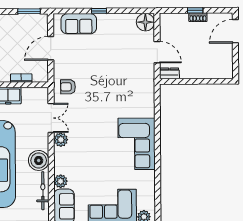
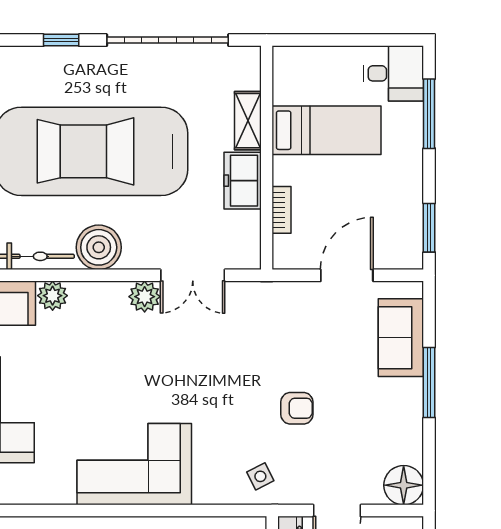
window: (99, 11) -> (429, 382), width x2.17
door: (51, 48) -> (347, 275), hinge flipped
armchair: (68, 87) -> (297, 408), moved, turned 90
side table: (142, 87) -> (260, 476), added

